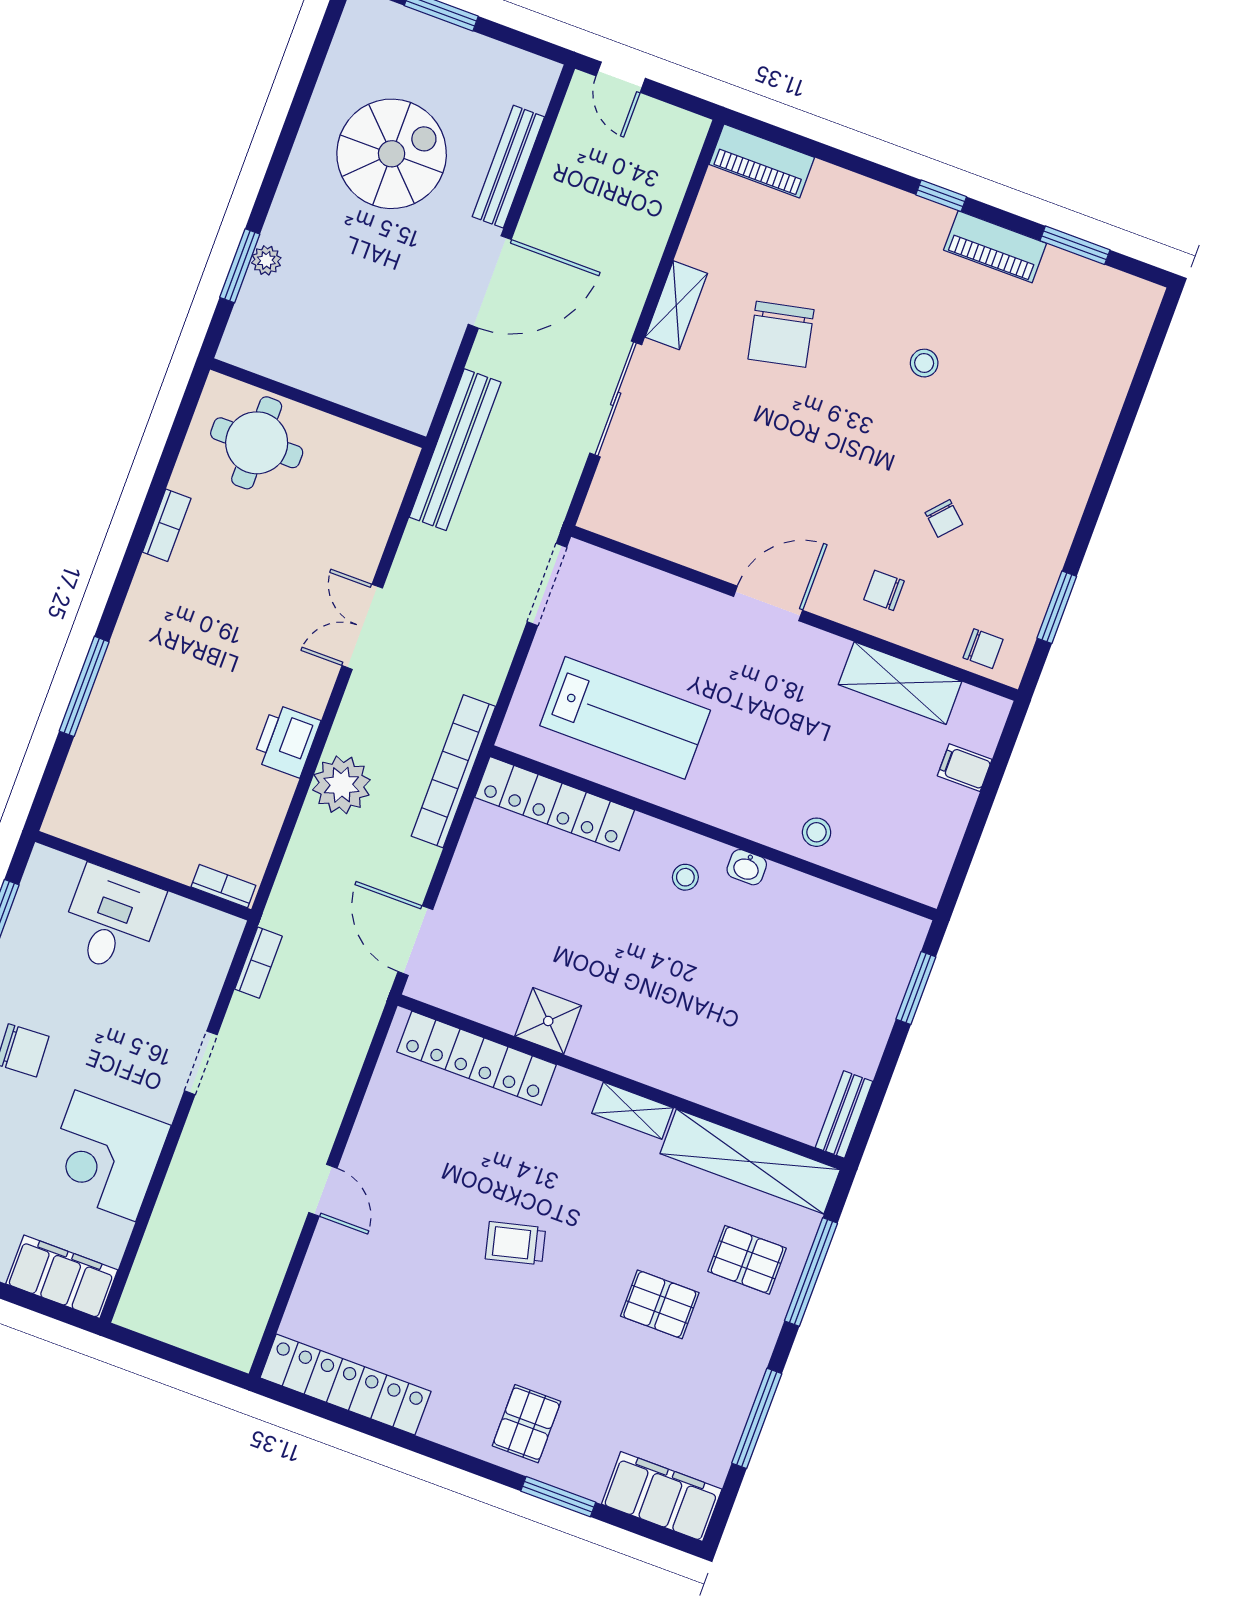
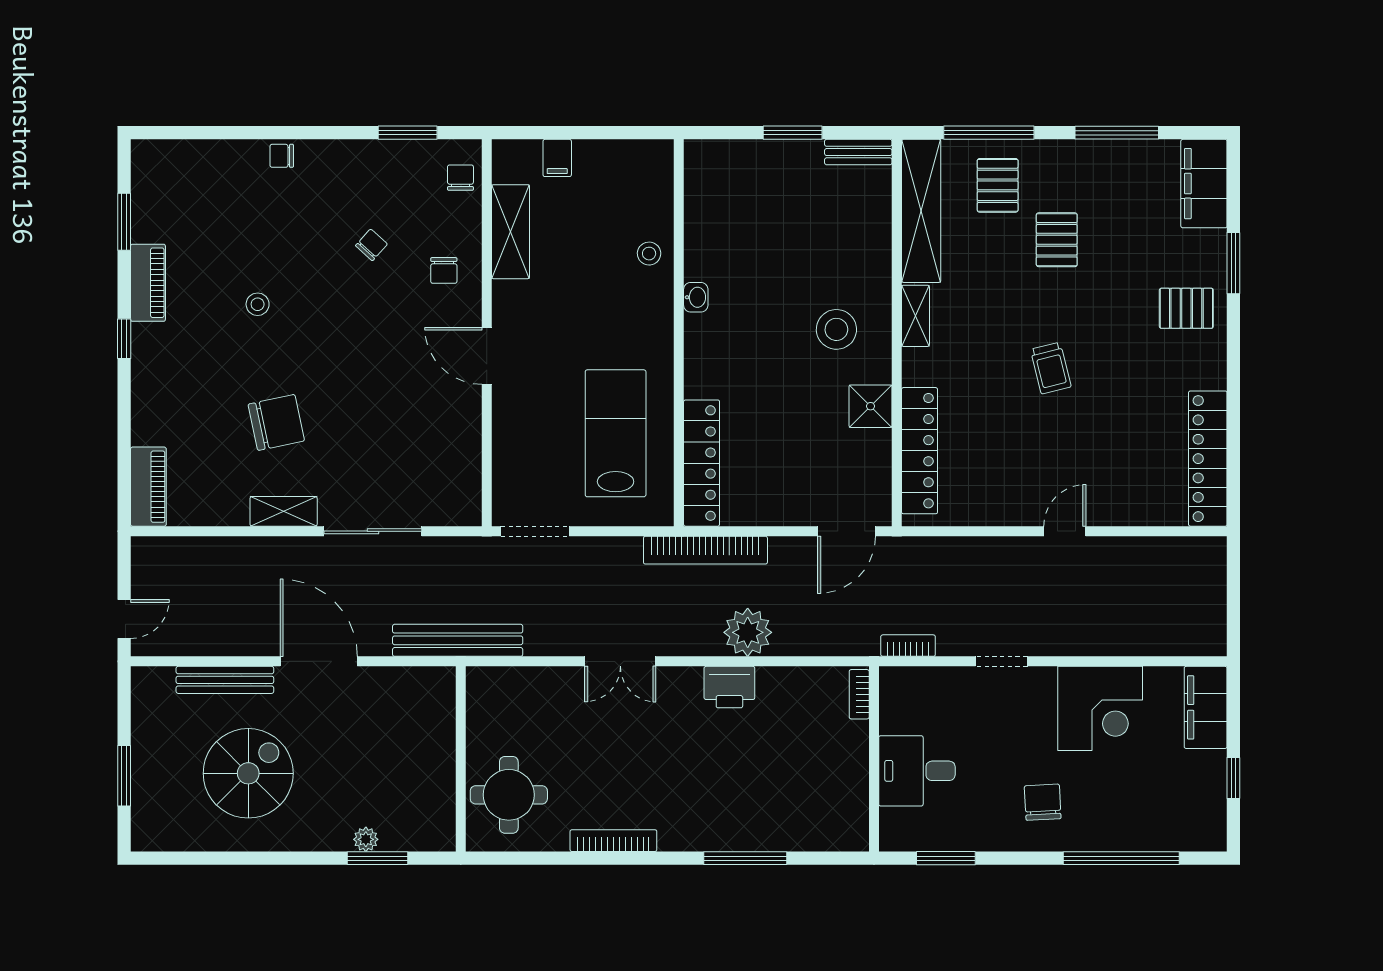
spiral stairs: (392, 154) -> (248, 773), turned 90
chair: (1084, 453) -> (282, 156), added
bookcase: (167, 525) -> (613, 841), width x1.56
stool: (685, 877) -> (836, 329), moved, width x1.89, depth x1.89
window: (916, 988) -> (793, 133), moved

